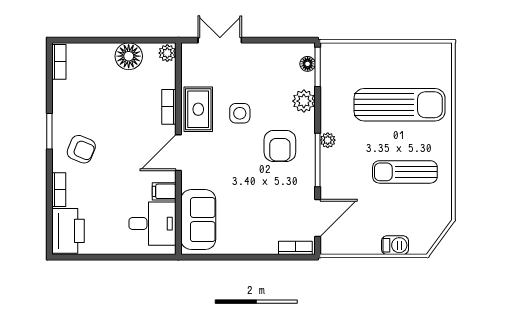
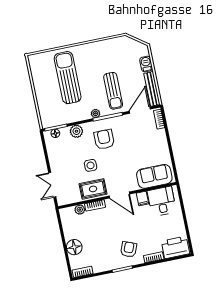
plant: (167, 53) -> (80, 210), moved
floor lamp: (129, 56) -> (74, 247), moved
armchair: (280, 146) -> (104, 139), turned -90
sun lounger: (405, 172) -> (113, 91), moved
door: (318, 218) -> (140, 110), hinge flipped
bench: (350, 246) -> (152, 89), added

